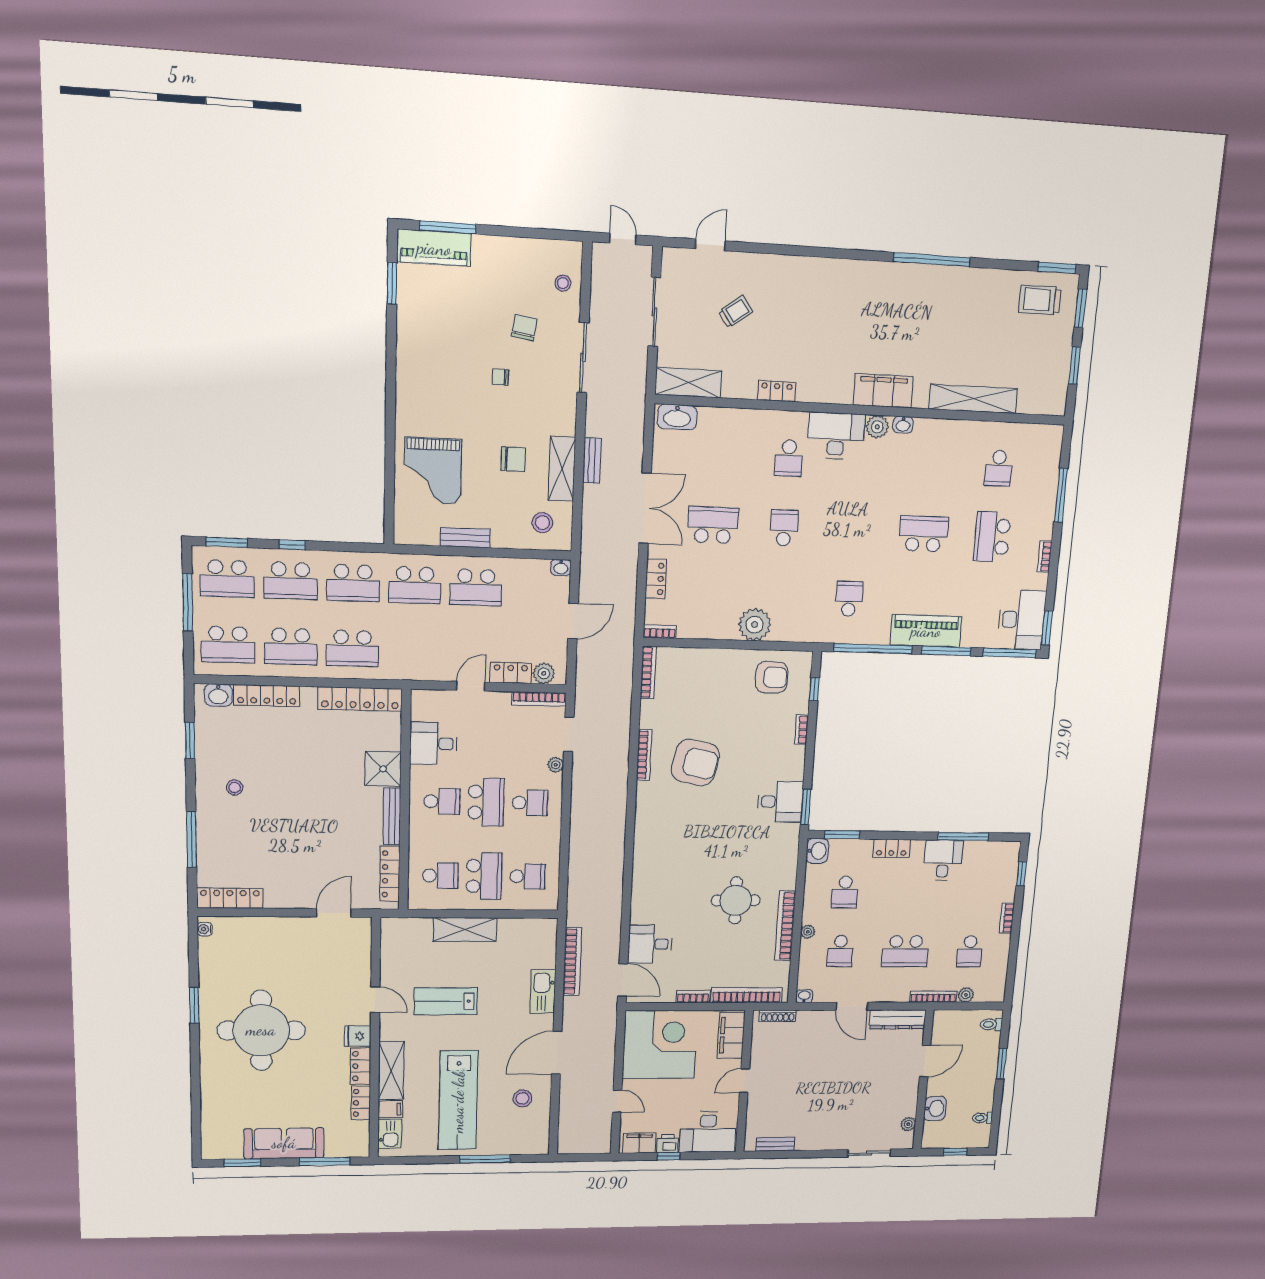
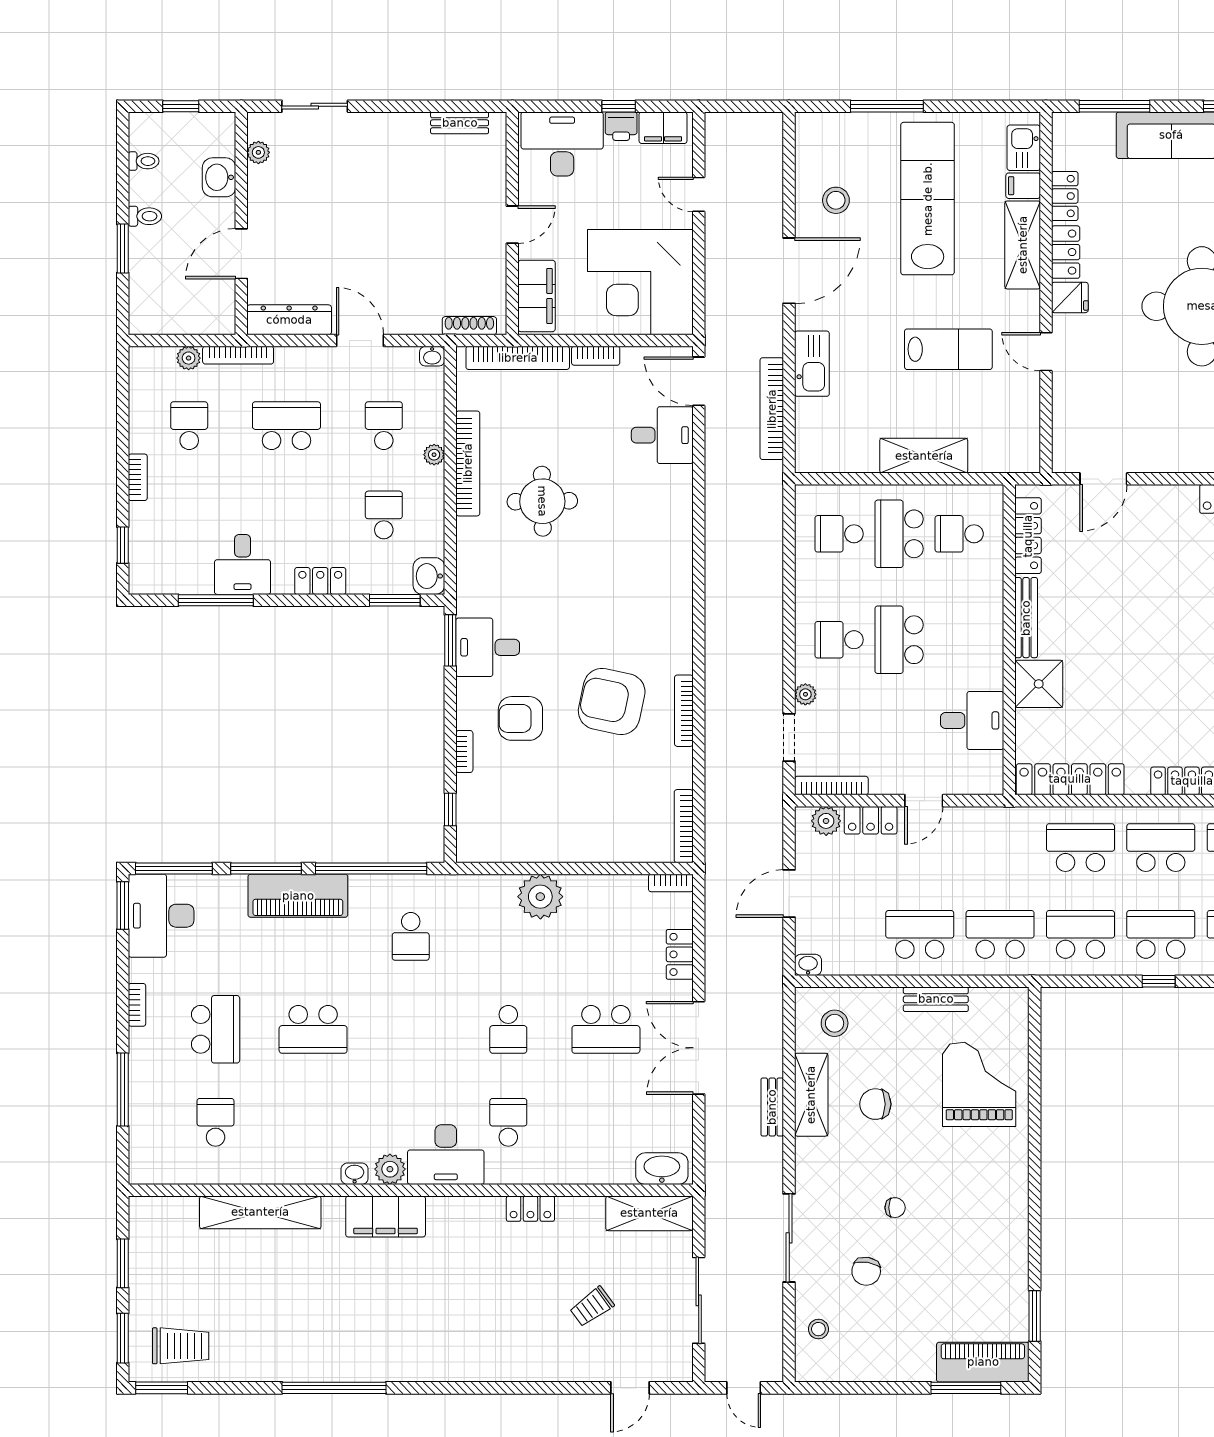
armchair: (772, 677) -> (520, 718), moved
school desk: (442, 801) -> (959, 640), removed
toilet: (991, 1024) -> (145, 216), moved

